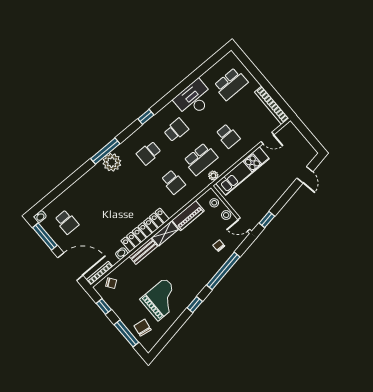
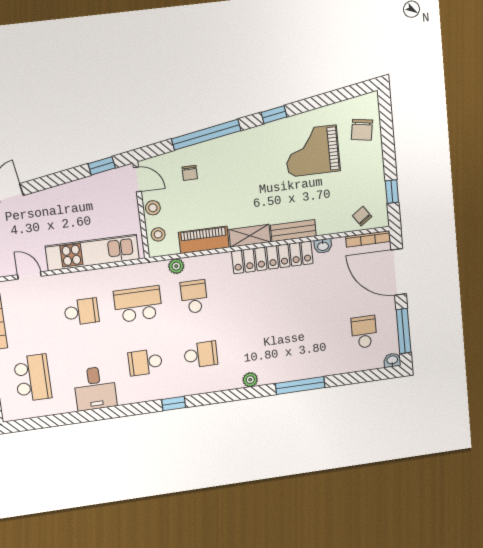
school desk: (231, 84) -> (33, 378), turned 90
desk: (194, 99) -> (95, 388), width x0.73
school desk: (228, 136) -> (81, 312), turned 90
window: (105, 151) -> (300, 385), moved
plant: (112, 162) -> (250, 380), width x0.53, depth x0.53
plant: (213, 176) -> (176, 266), moved
window: (126, 333) -> (387, 136), removed

